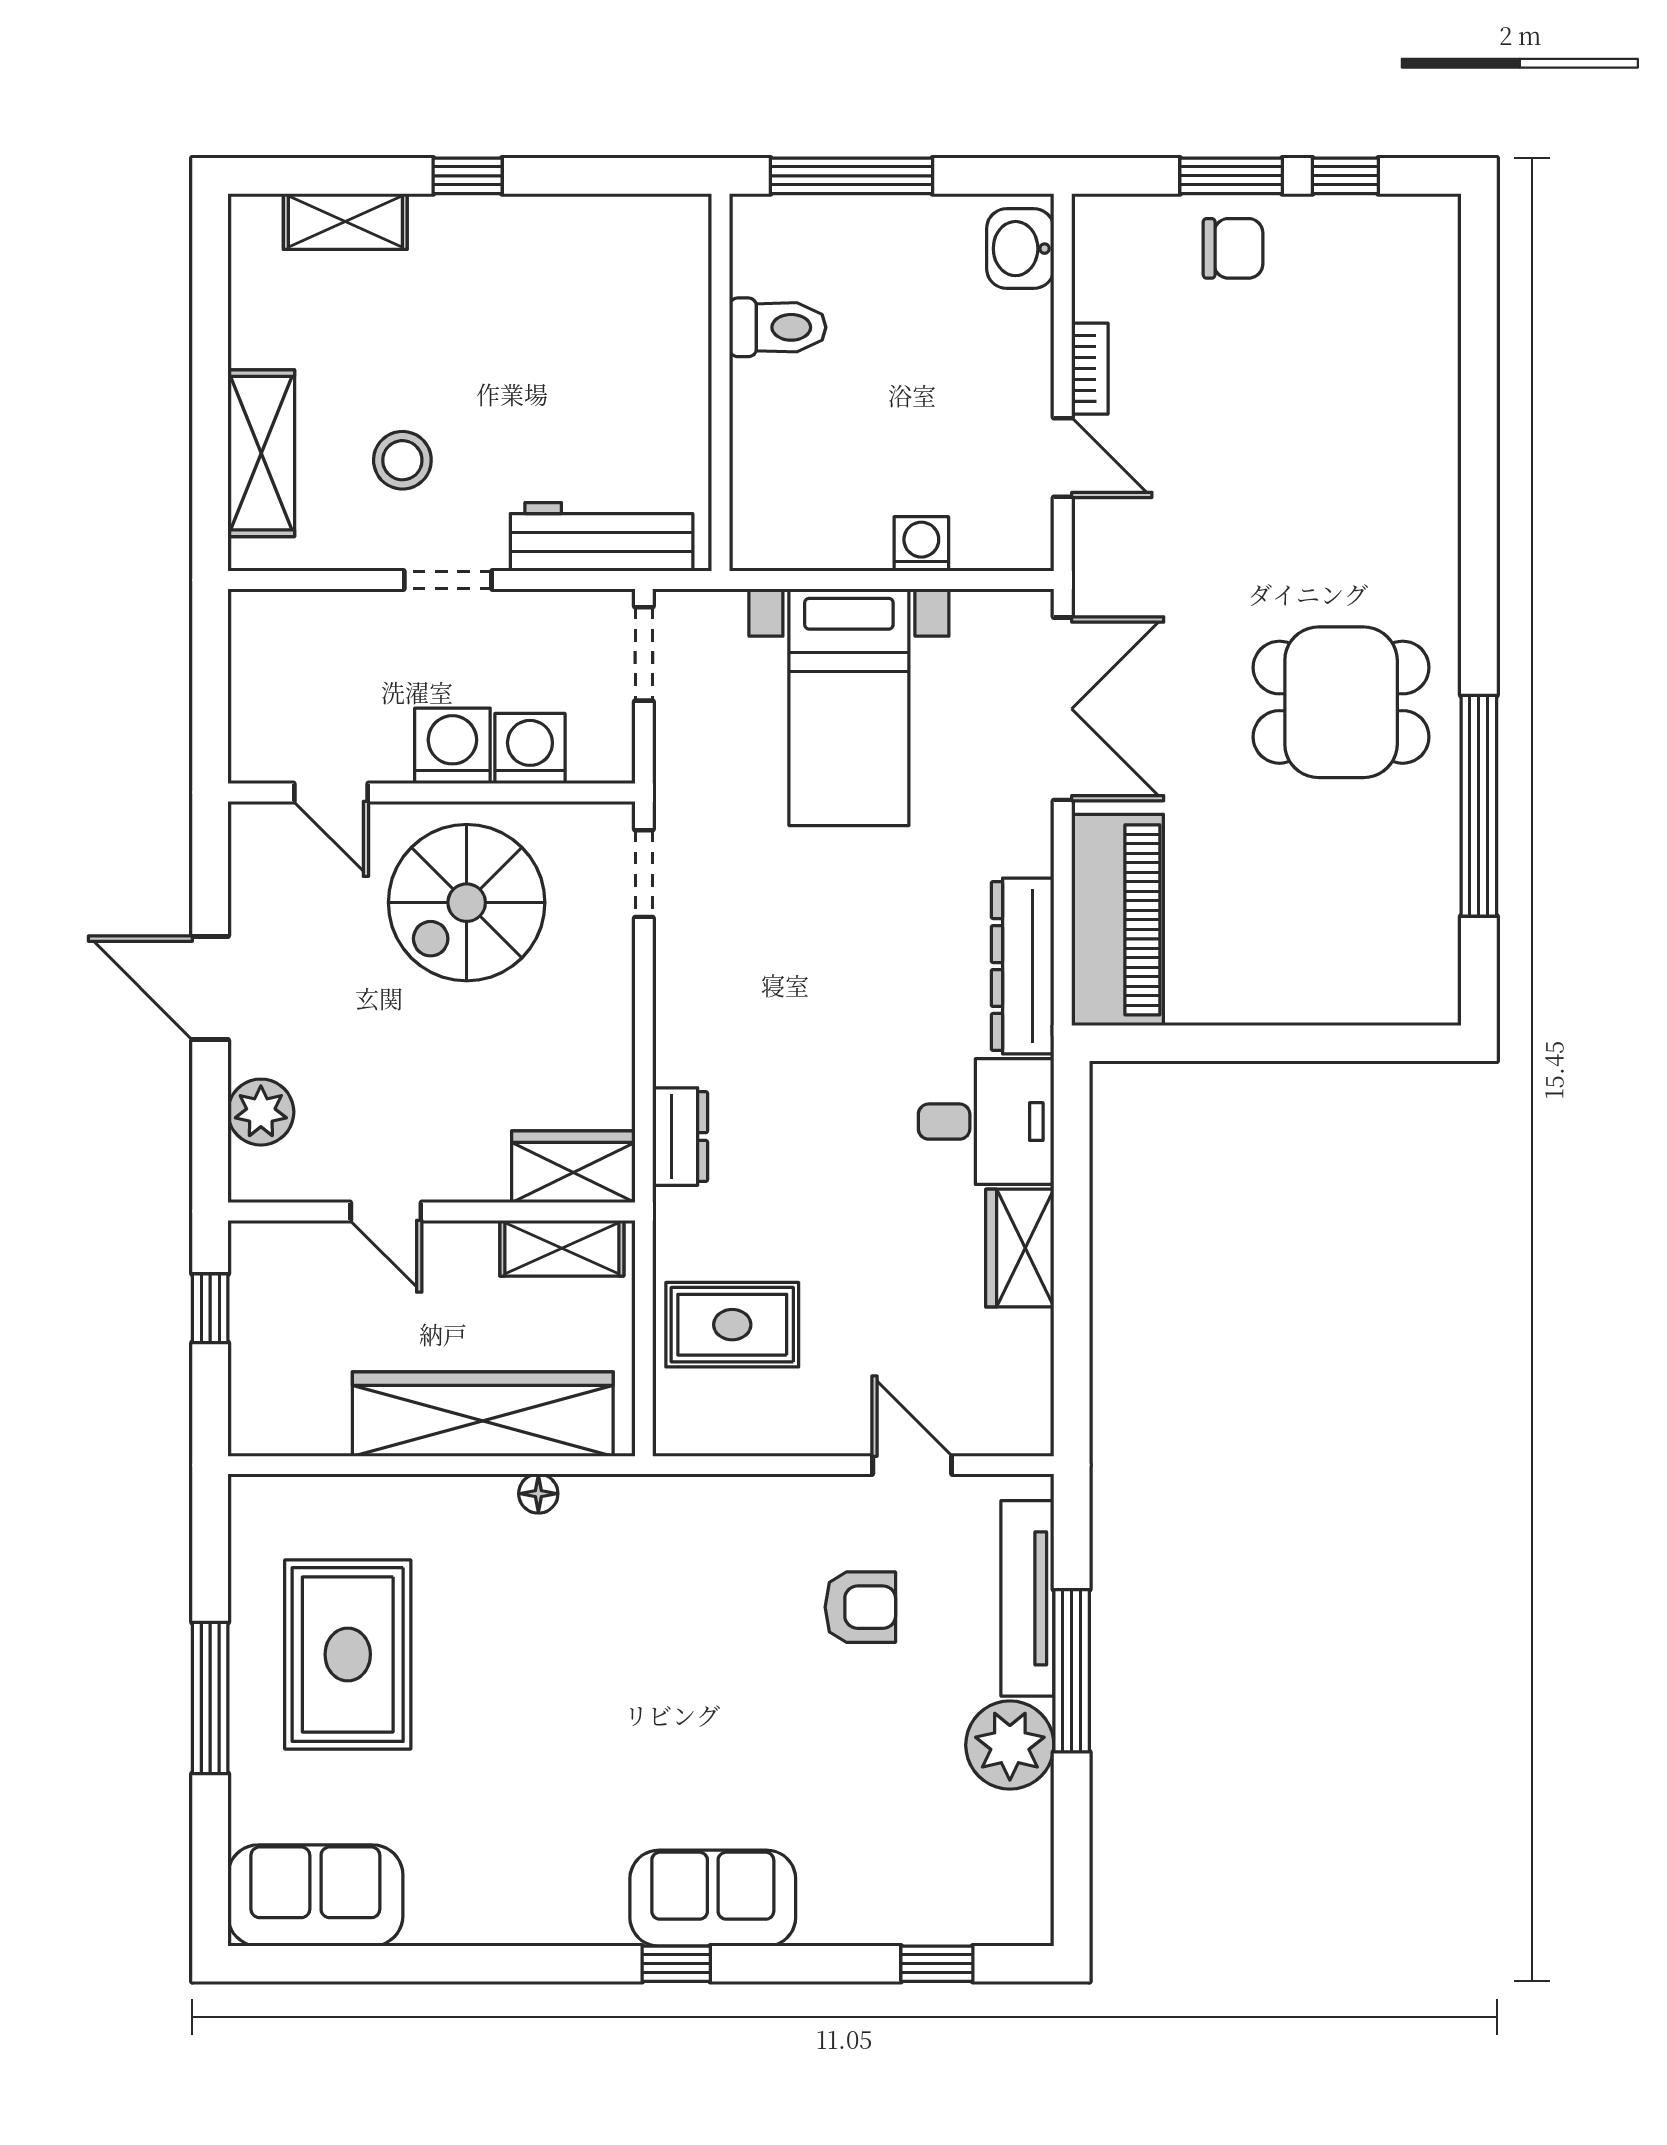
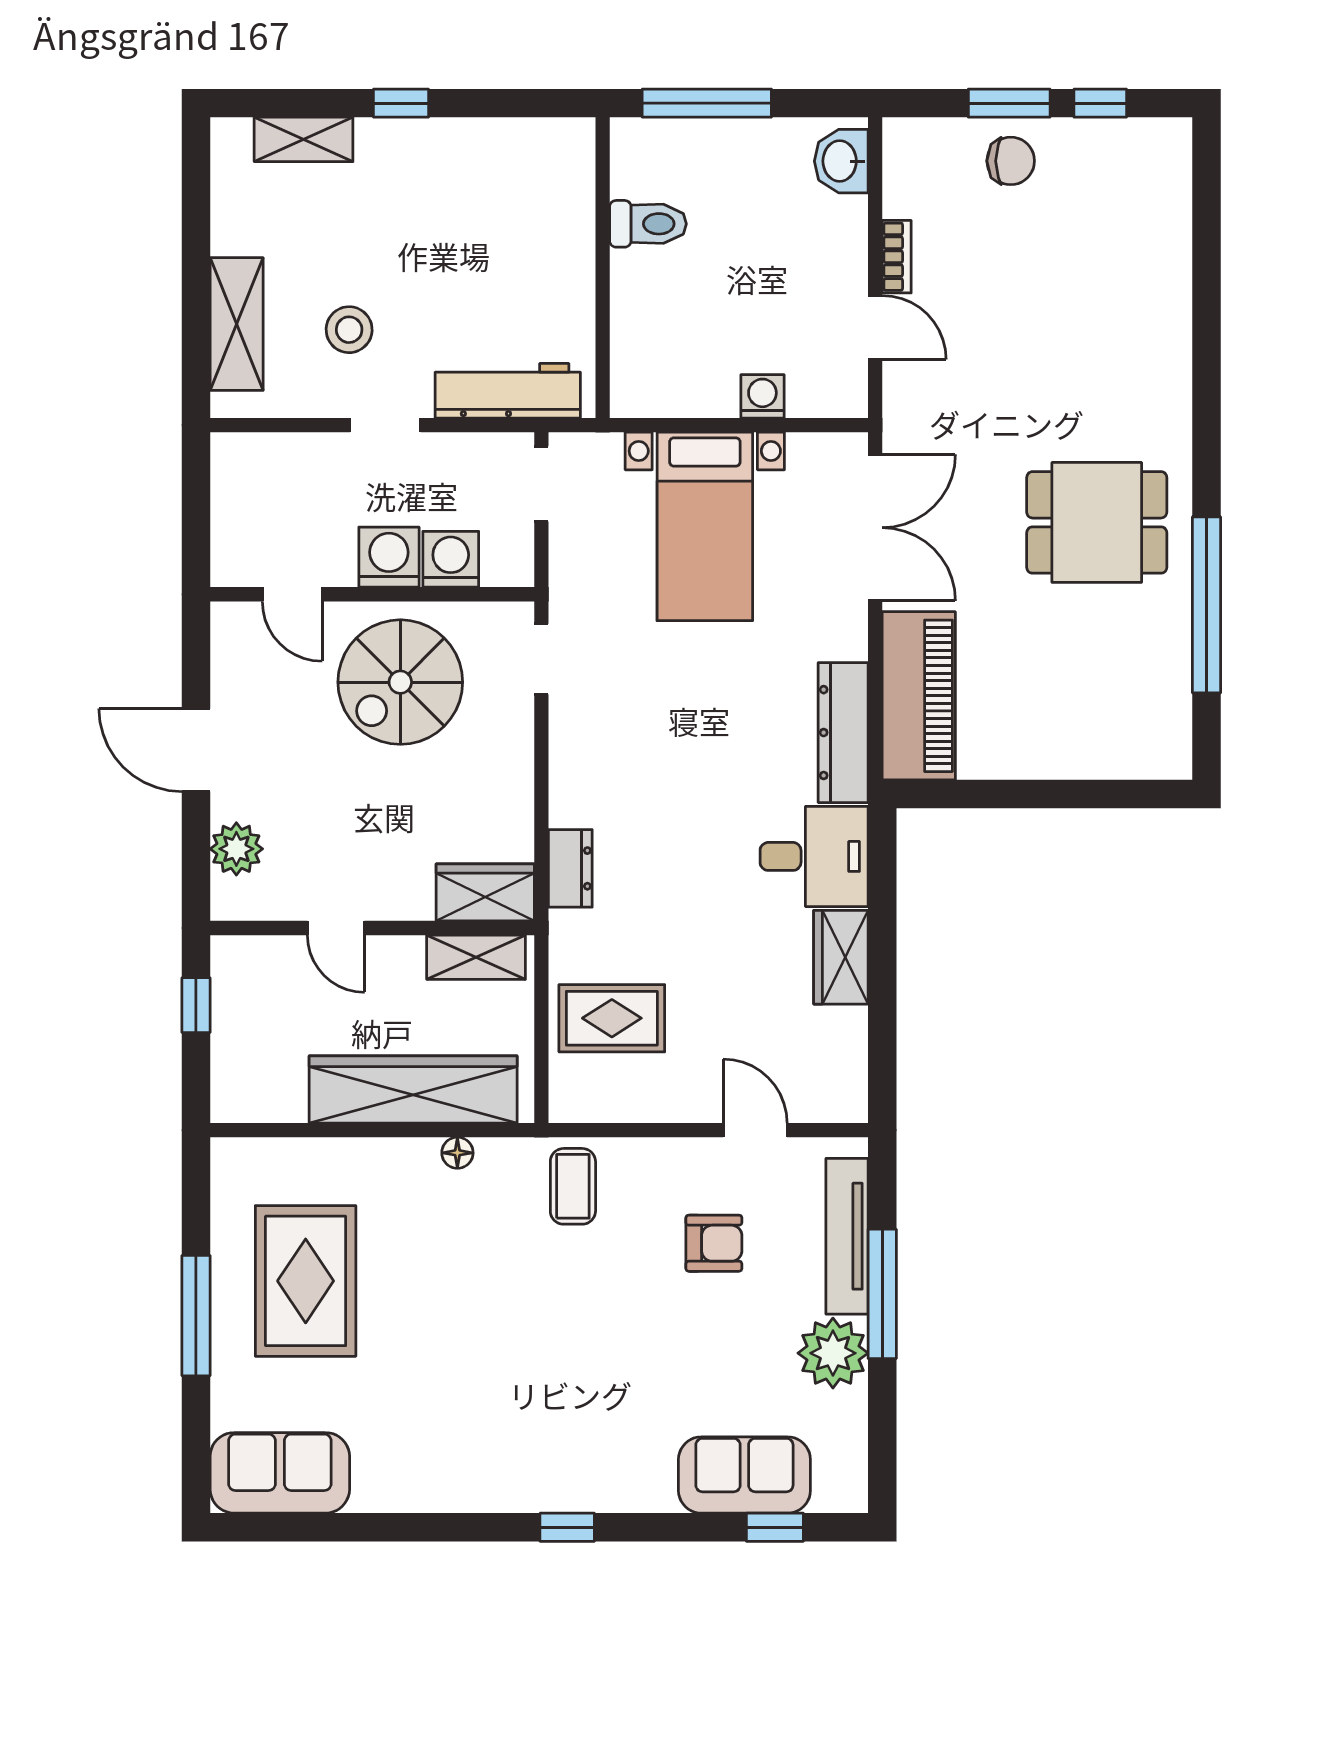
coffee table: (683, 1536) -> (573, 1186), added
sofa: (713, 1898) -> (744, 1475), moved

